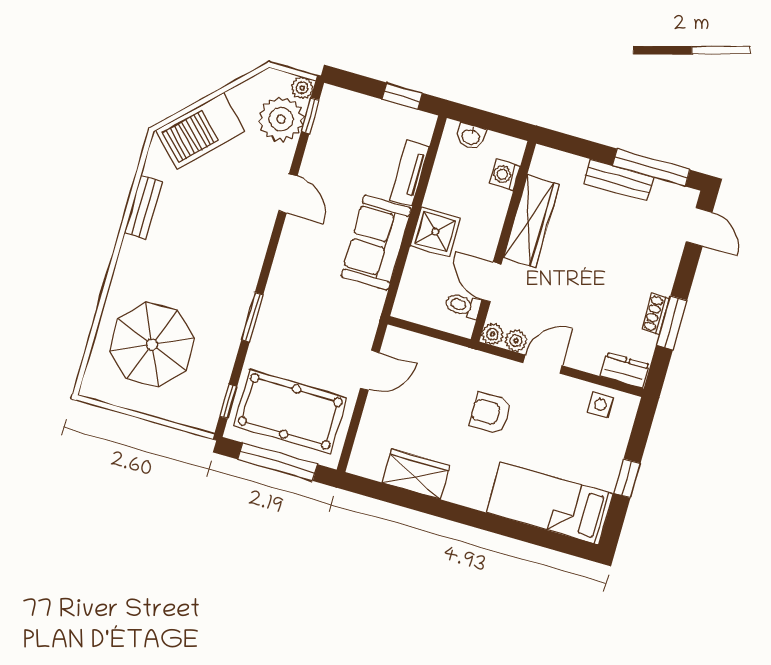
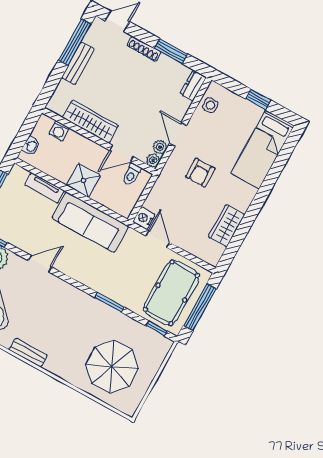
sofa: (376, 243) -> (90, 222), width x1.36
shoe rack: (655, 314) -> (144, 49), moved, width x1.43
nightstand: (398, 341) -> (144, 218), added

